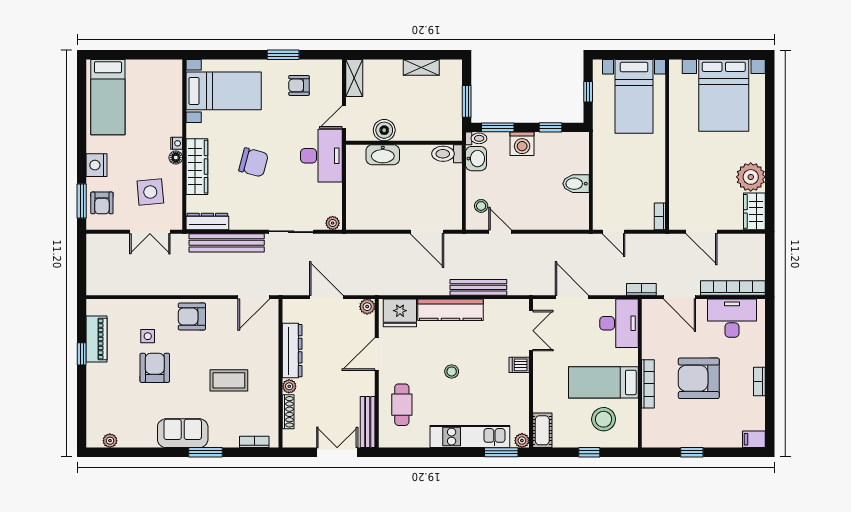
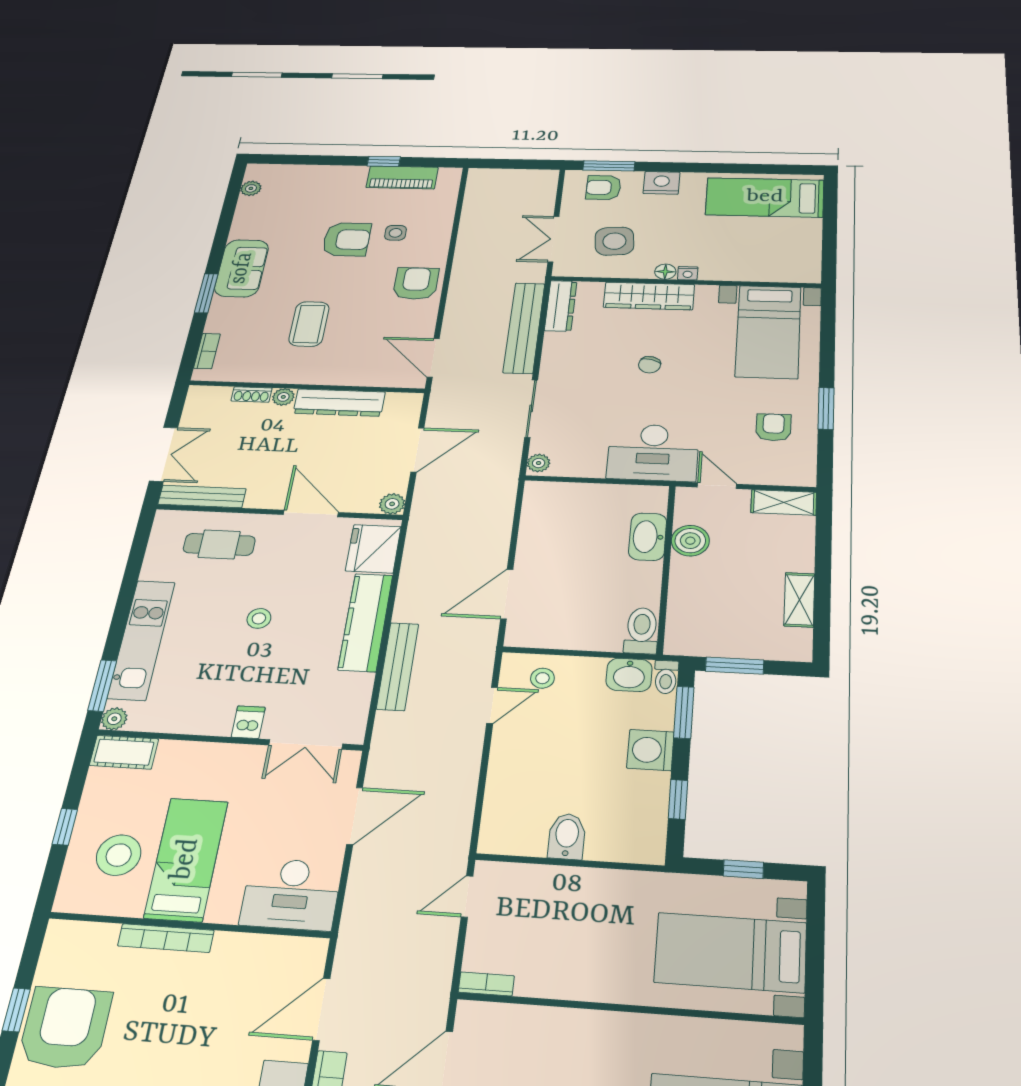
chair: (254, 162) -> (650, 365), width x0.54, depth x0.54
bookcase: (641, 289) -> (348, 939), removed
armchair: (699, 378) -> (65, 1028), moved
shoe rack: (288, 412) -> (252, 394), width x0.70

